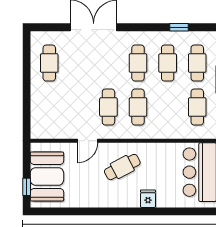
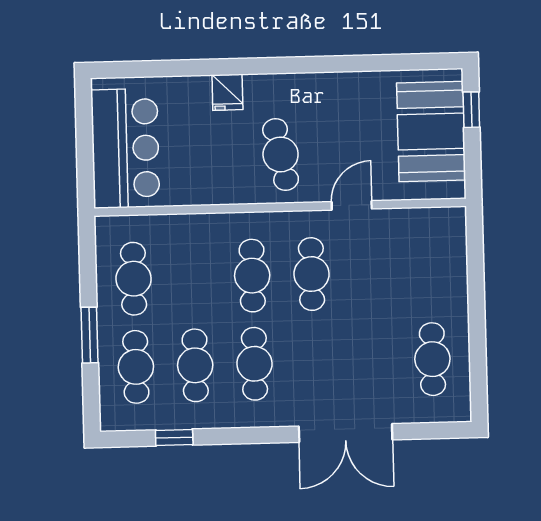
cafe table: (122, 167) -> (281, 154), turned -73

